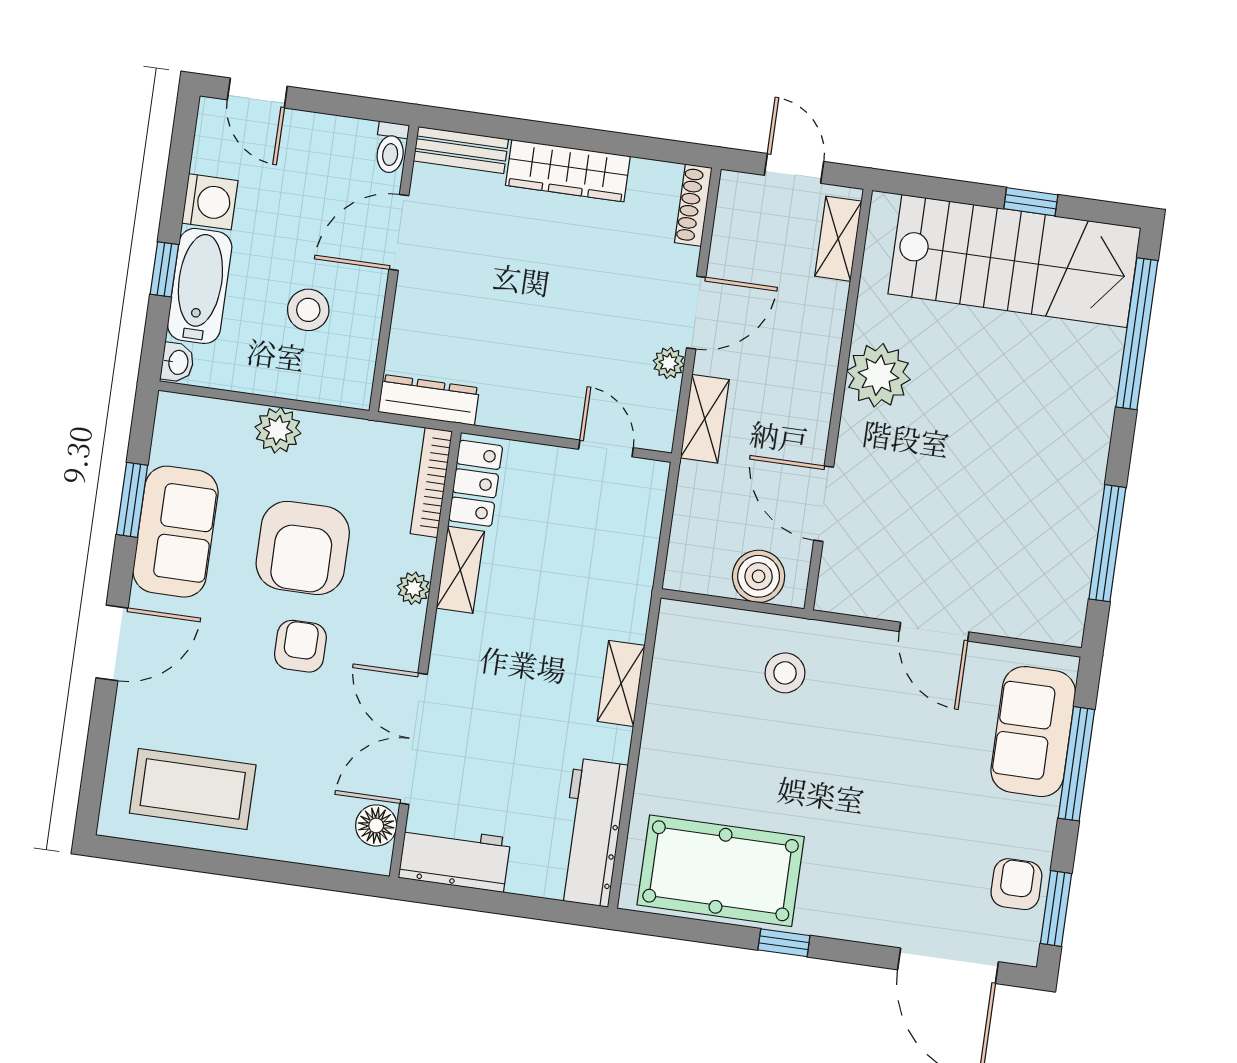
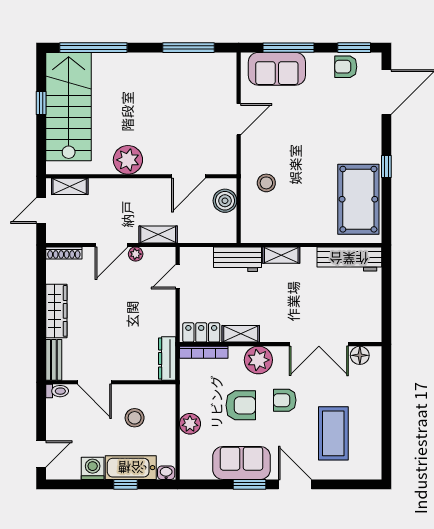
door: (696, 313) -> (112, 245), swing flipped
window: (132, 500) -> (249, 484), moved
armchair: (303, 548) -> (241, 405), width x0.73, depth x0.73
plant: (414, 588) -> (258, 360), width x1.87, depth x1.87
coffee table: (193, 789) -> (333, 433), moved
workbench: (455, 858) -> (237, 259), moved, turned -90

